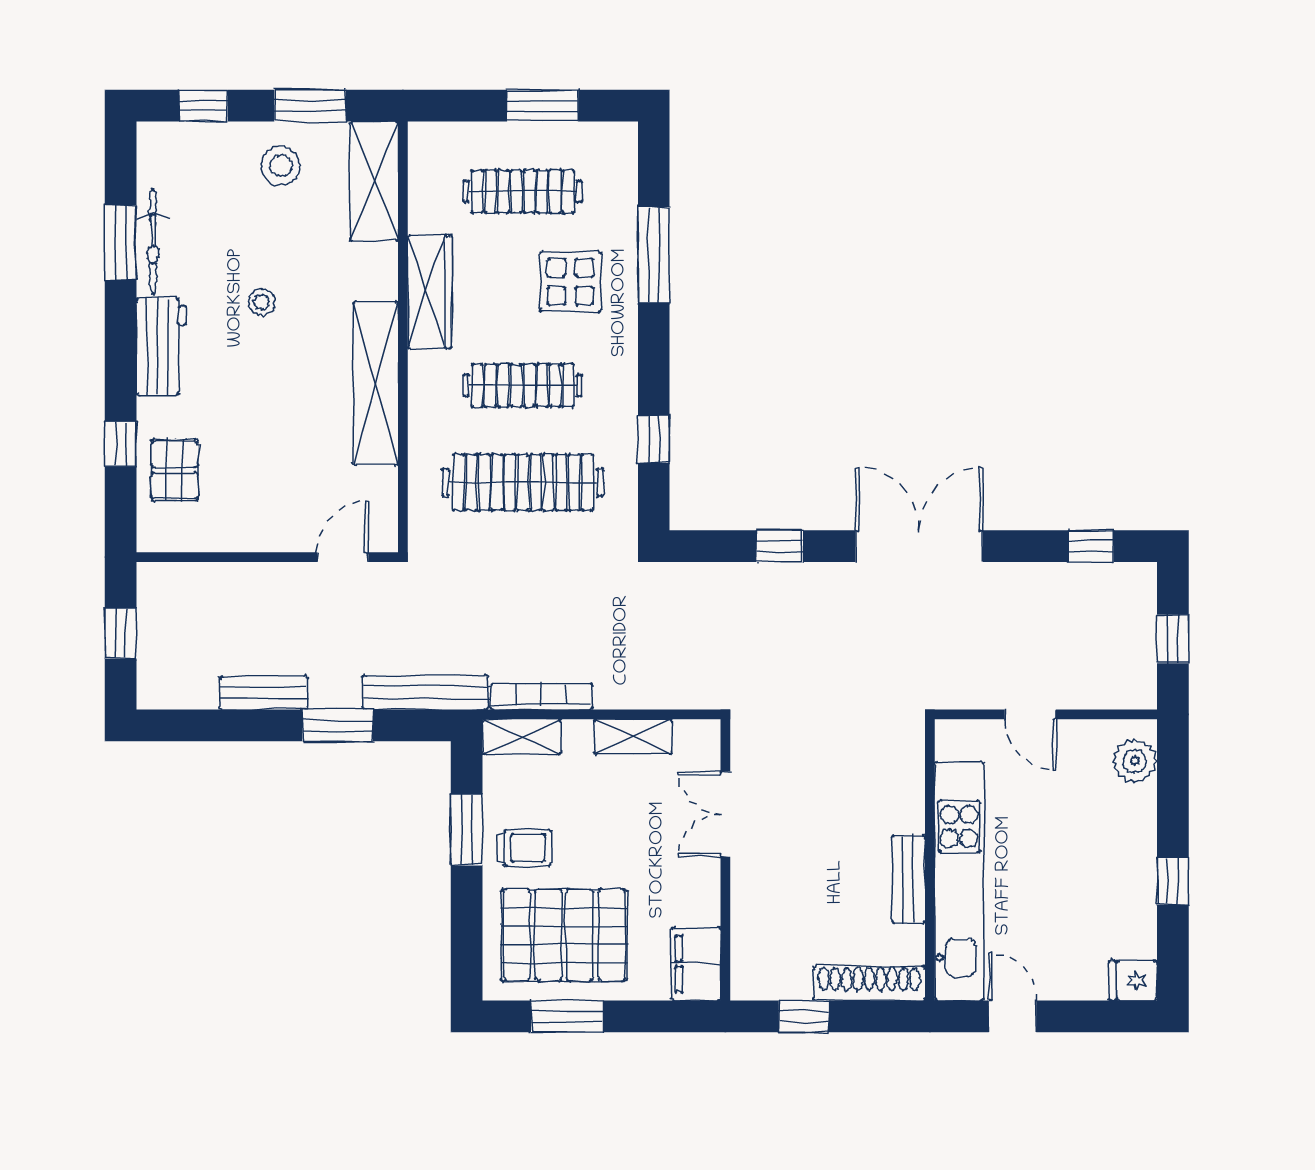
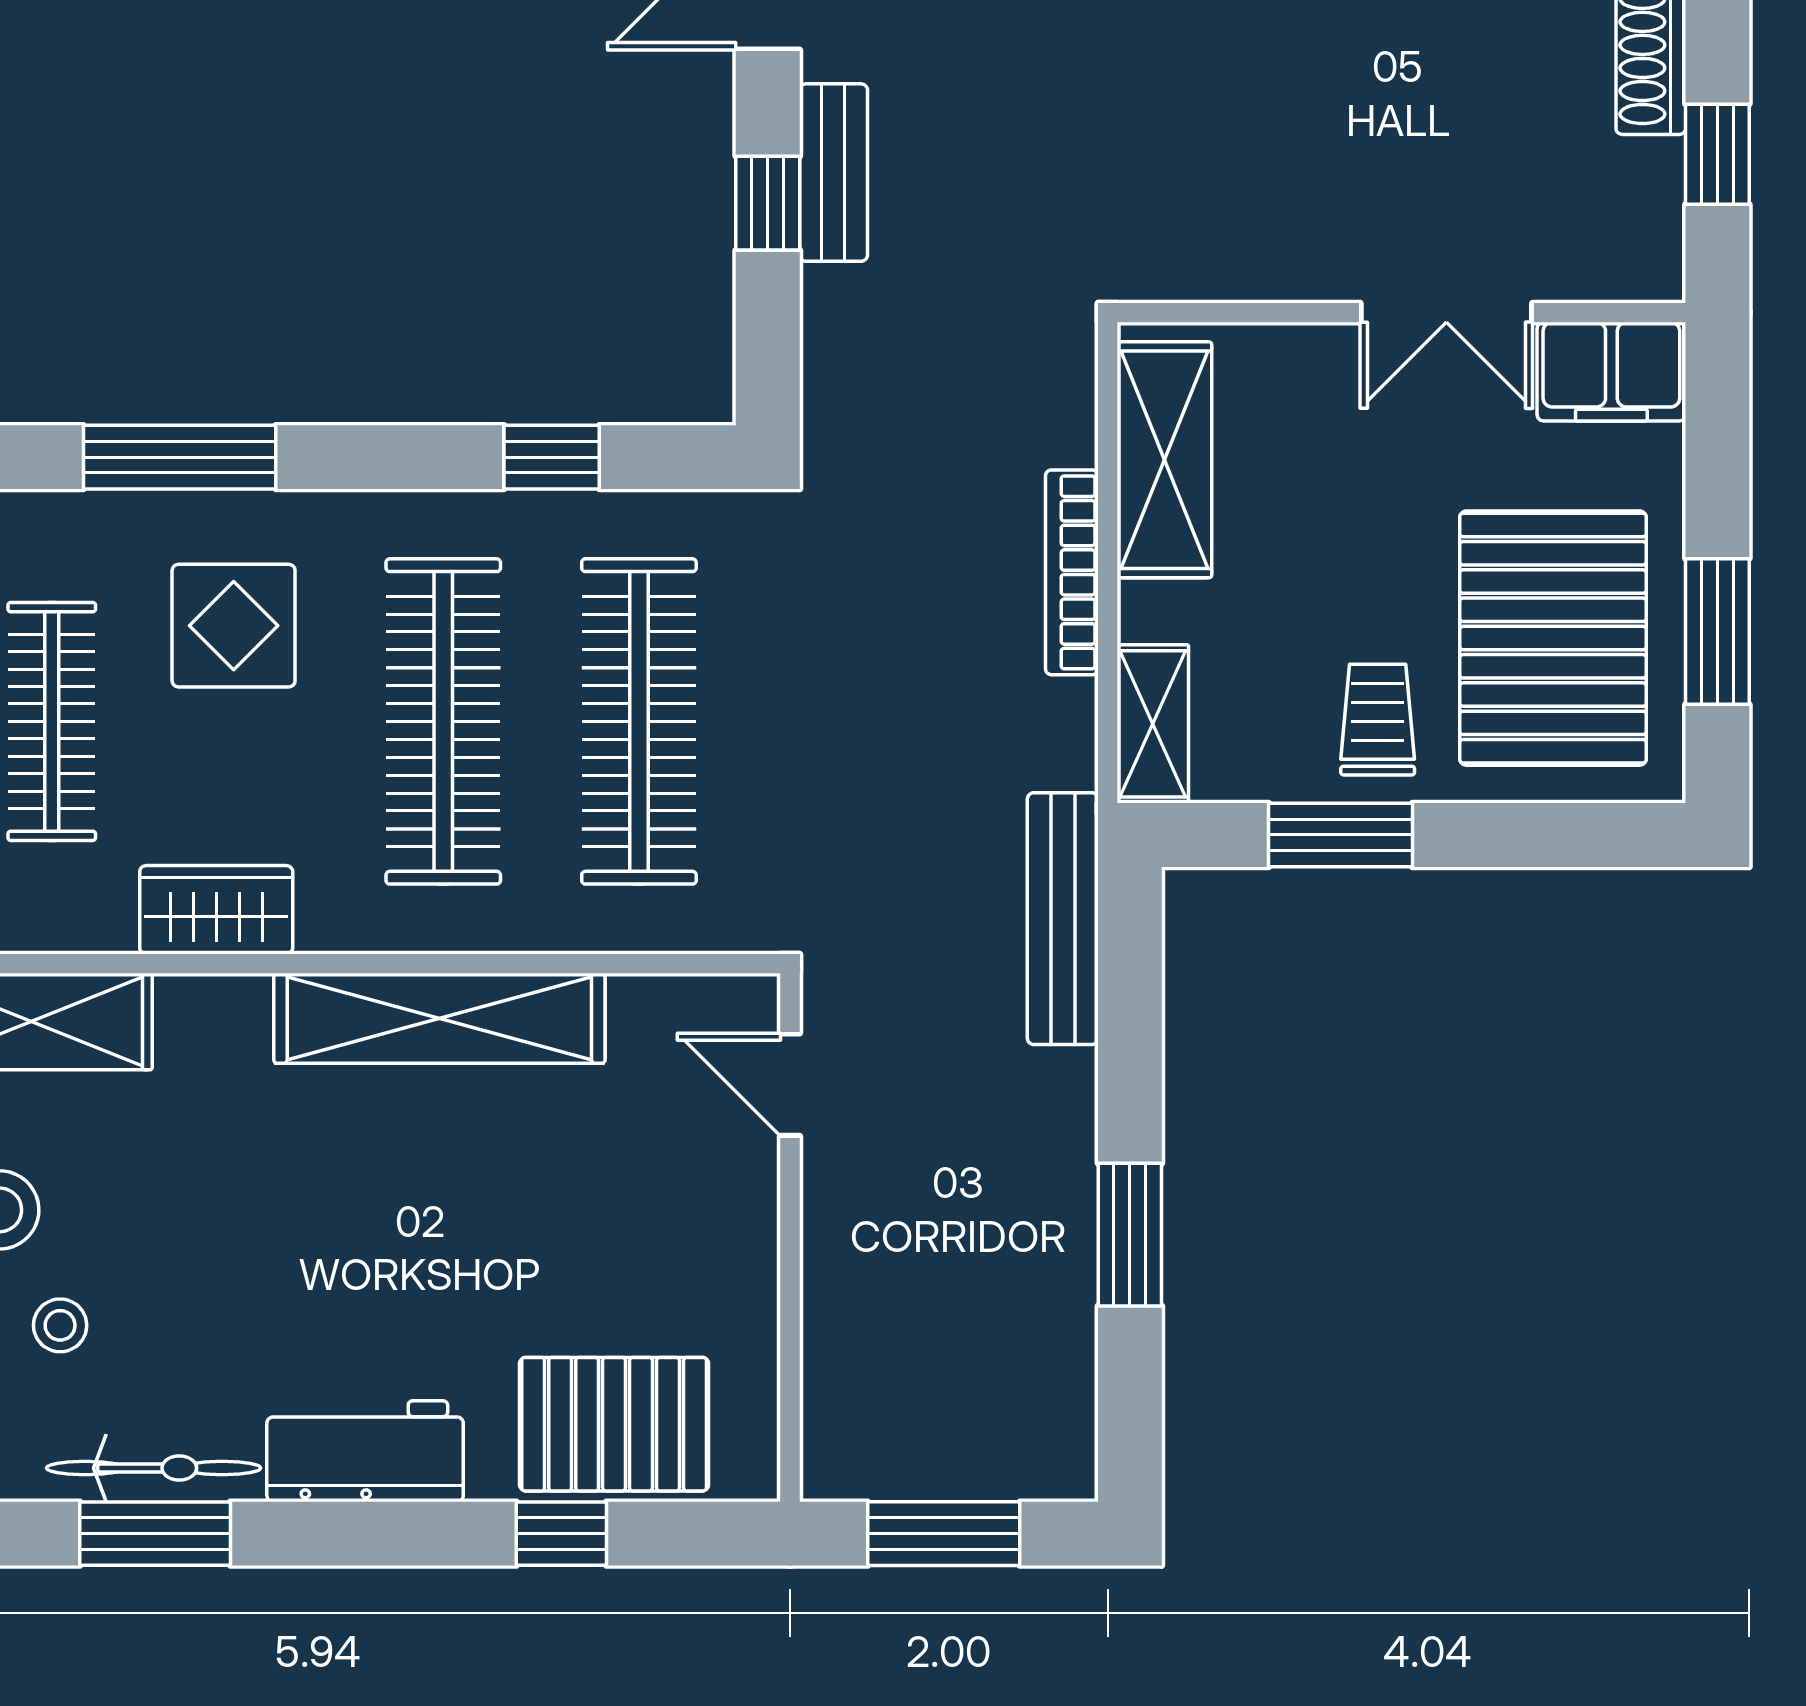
wardrobe: (430, 292) -> (216, 910), width x0.67
stool: (262, 302) -> (60, 1325), moved
clothes rail: (523, 385) -> (443, 721), width x1.37, depth x1.31
pallet: (175, 470) -> (614, 1424), width x1.50, depth x1.42
window: (121, 633) -> (944, 1534), width x1.50
bench: (263, 693) -> (833, 173), moved
bookcase: (542, 697) -> (1072, 572), moved
window: (338, 725) -> (1130, 1235), moved
shelving: (633, 737) -> (1164, 460), width x1.50, depth x1.33
double door: (725, 814) -> (1446, 313), moved

